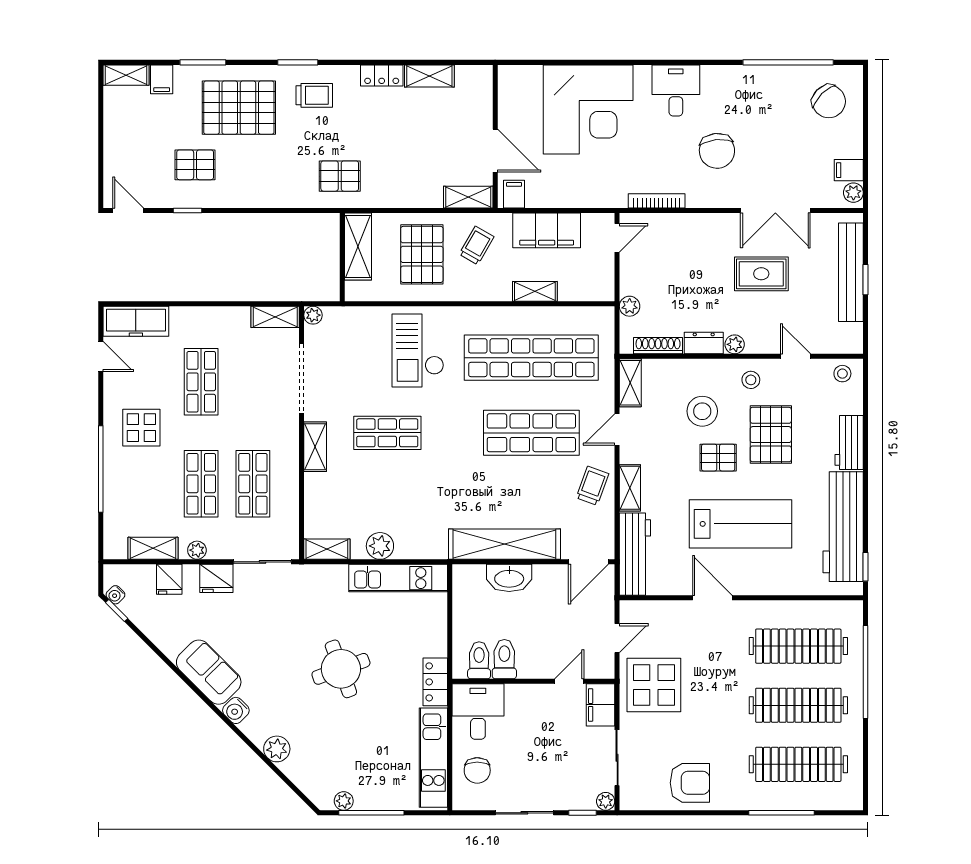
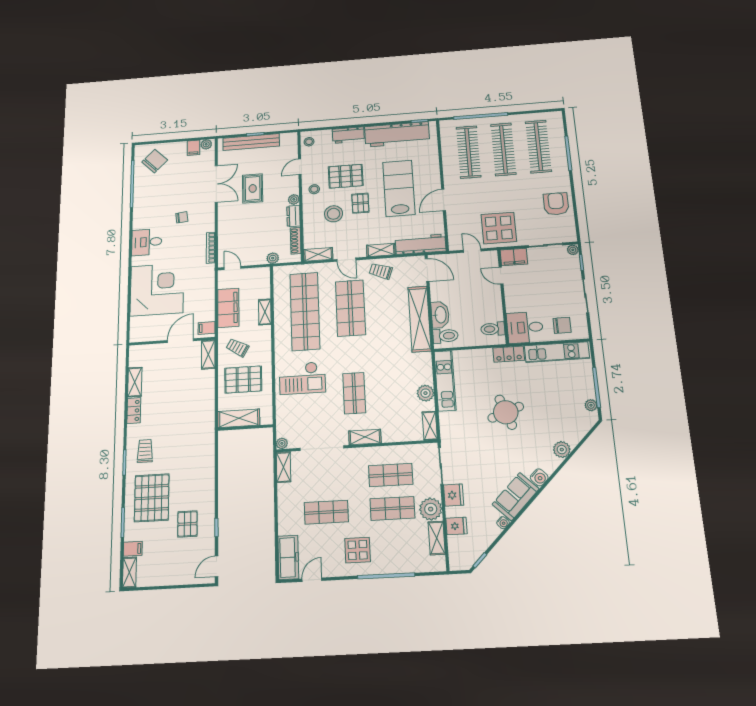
chair: (717, 151) -> (182, 217), width x0.54, depth x0.54
pallet: (340, 176) -> (195, 432), removed
plant: (197, 550) -> (431, 509), width x1.88, depth x1.88
water cooler: (115, 595) -> (503, 523), moved
toilet: (504, 659) -> (445, 336), moved, turned 180

